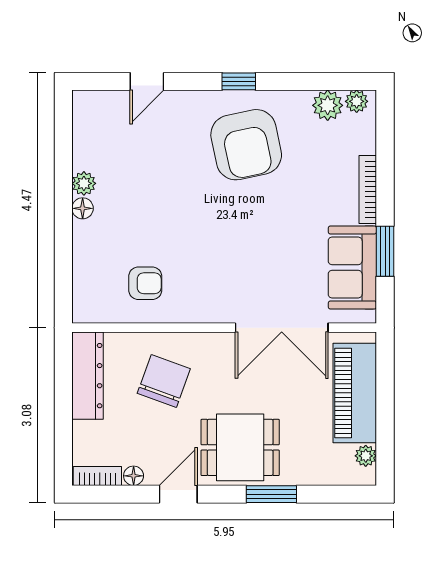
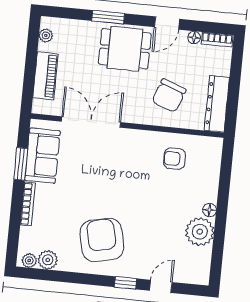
window: (239, 81) -> (125, 283), moved
plant: (84, 183) -> (200, 232), width x1.88, depth x1.88
piano: (355, 393) -> (45, 76), width x0.73, depth x0.75

